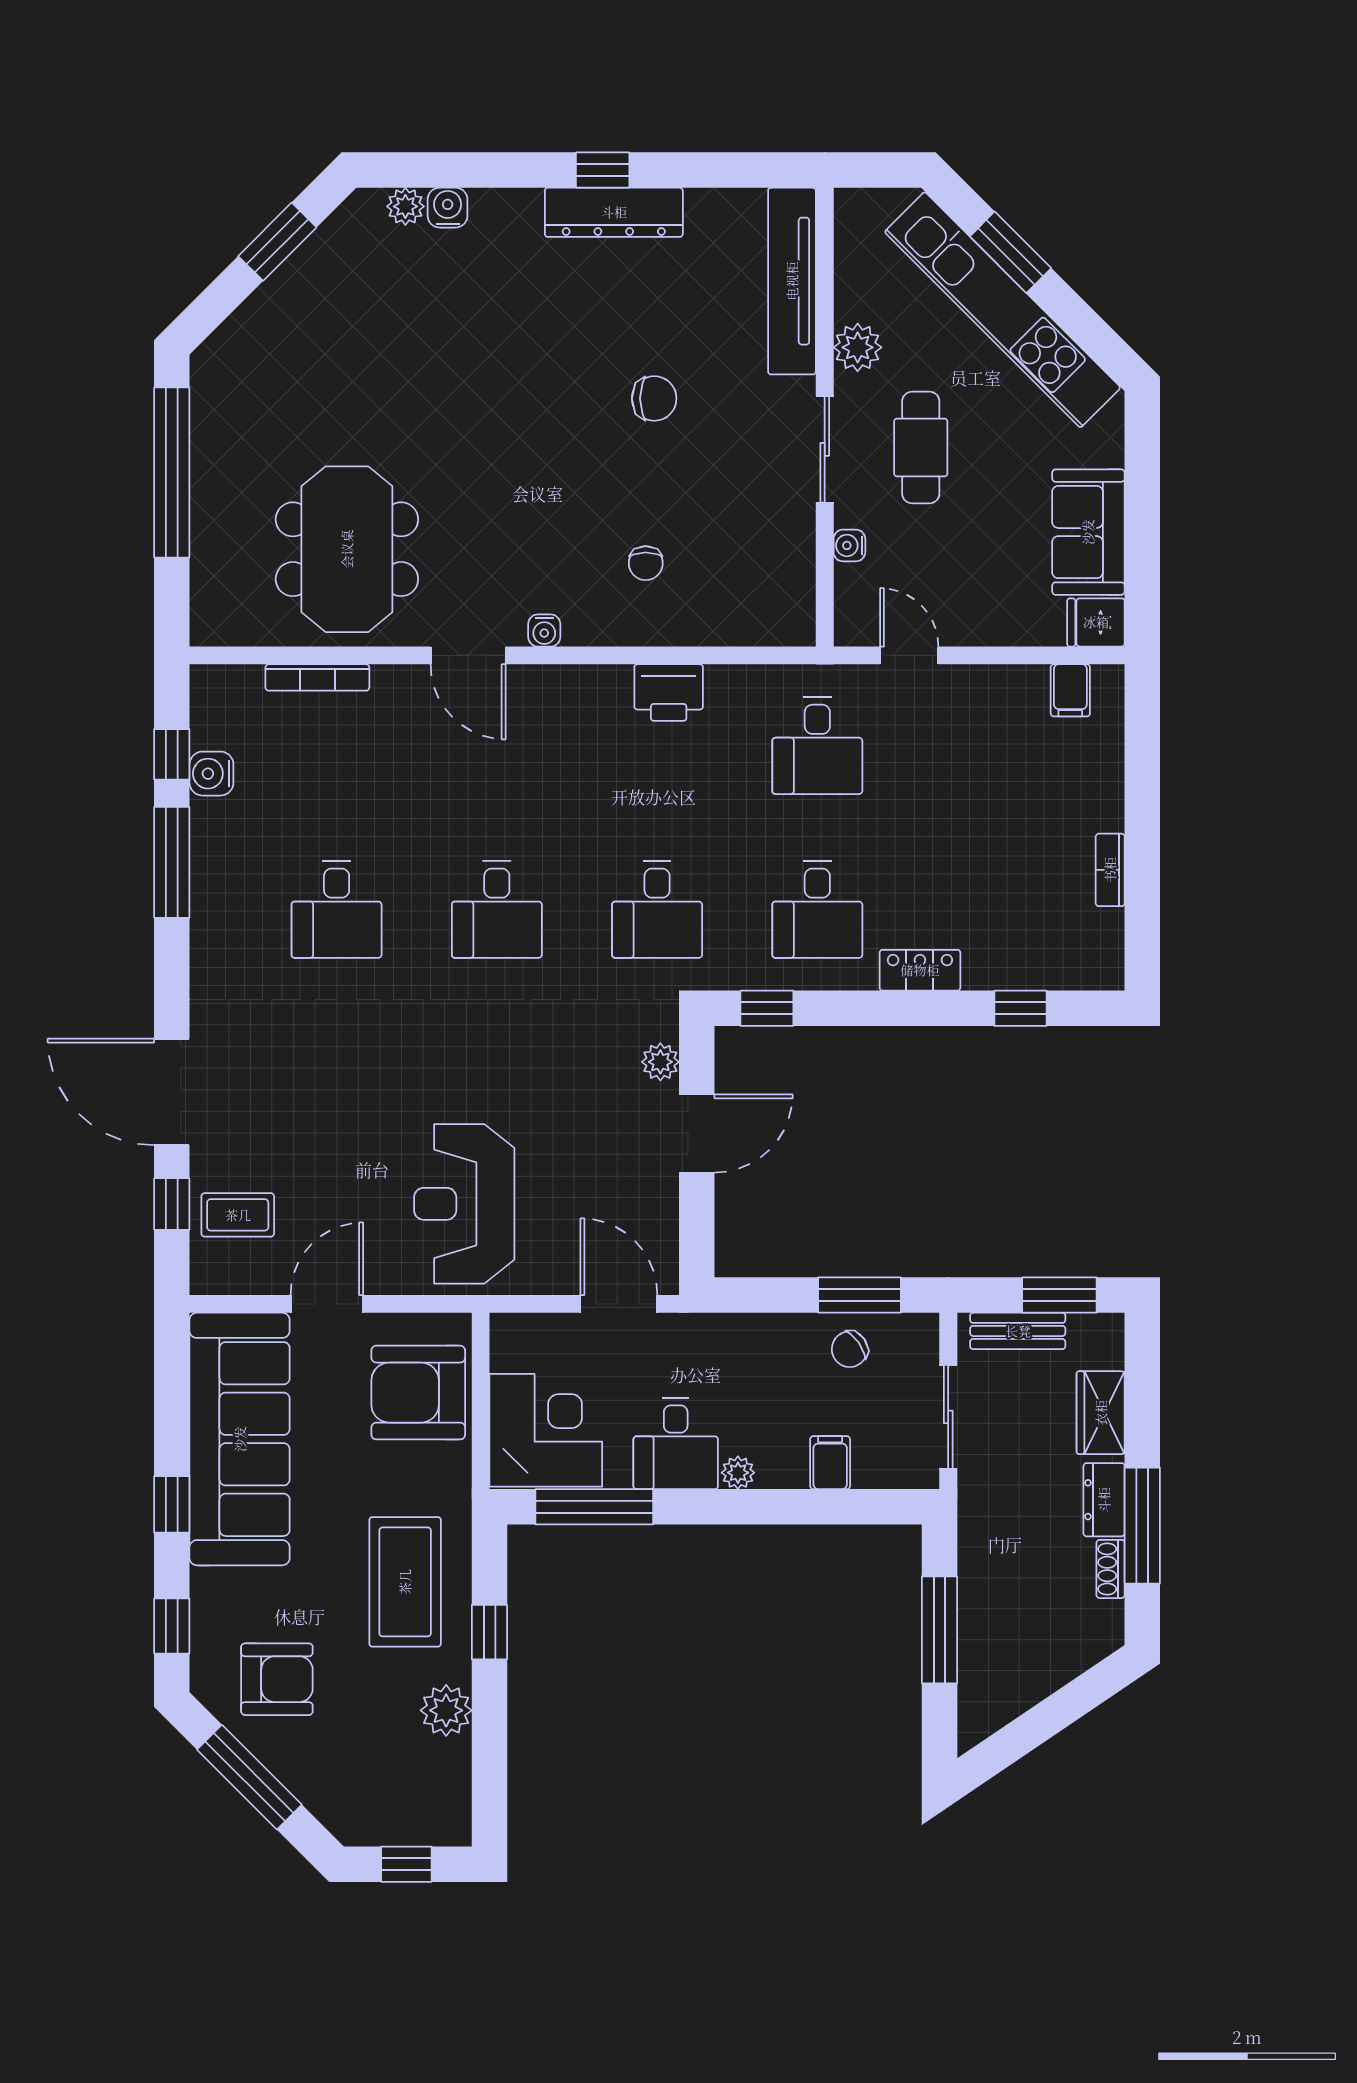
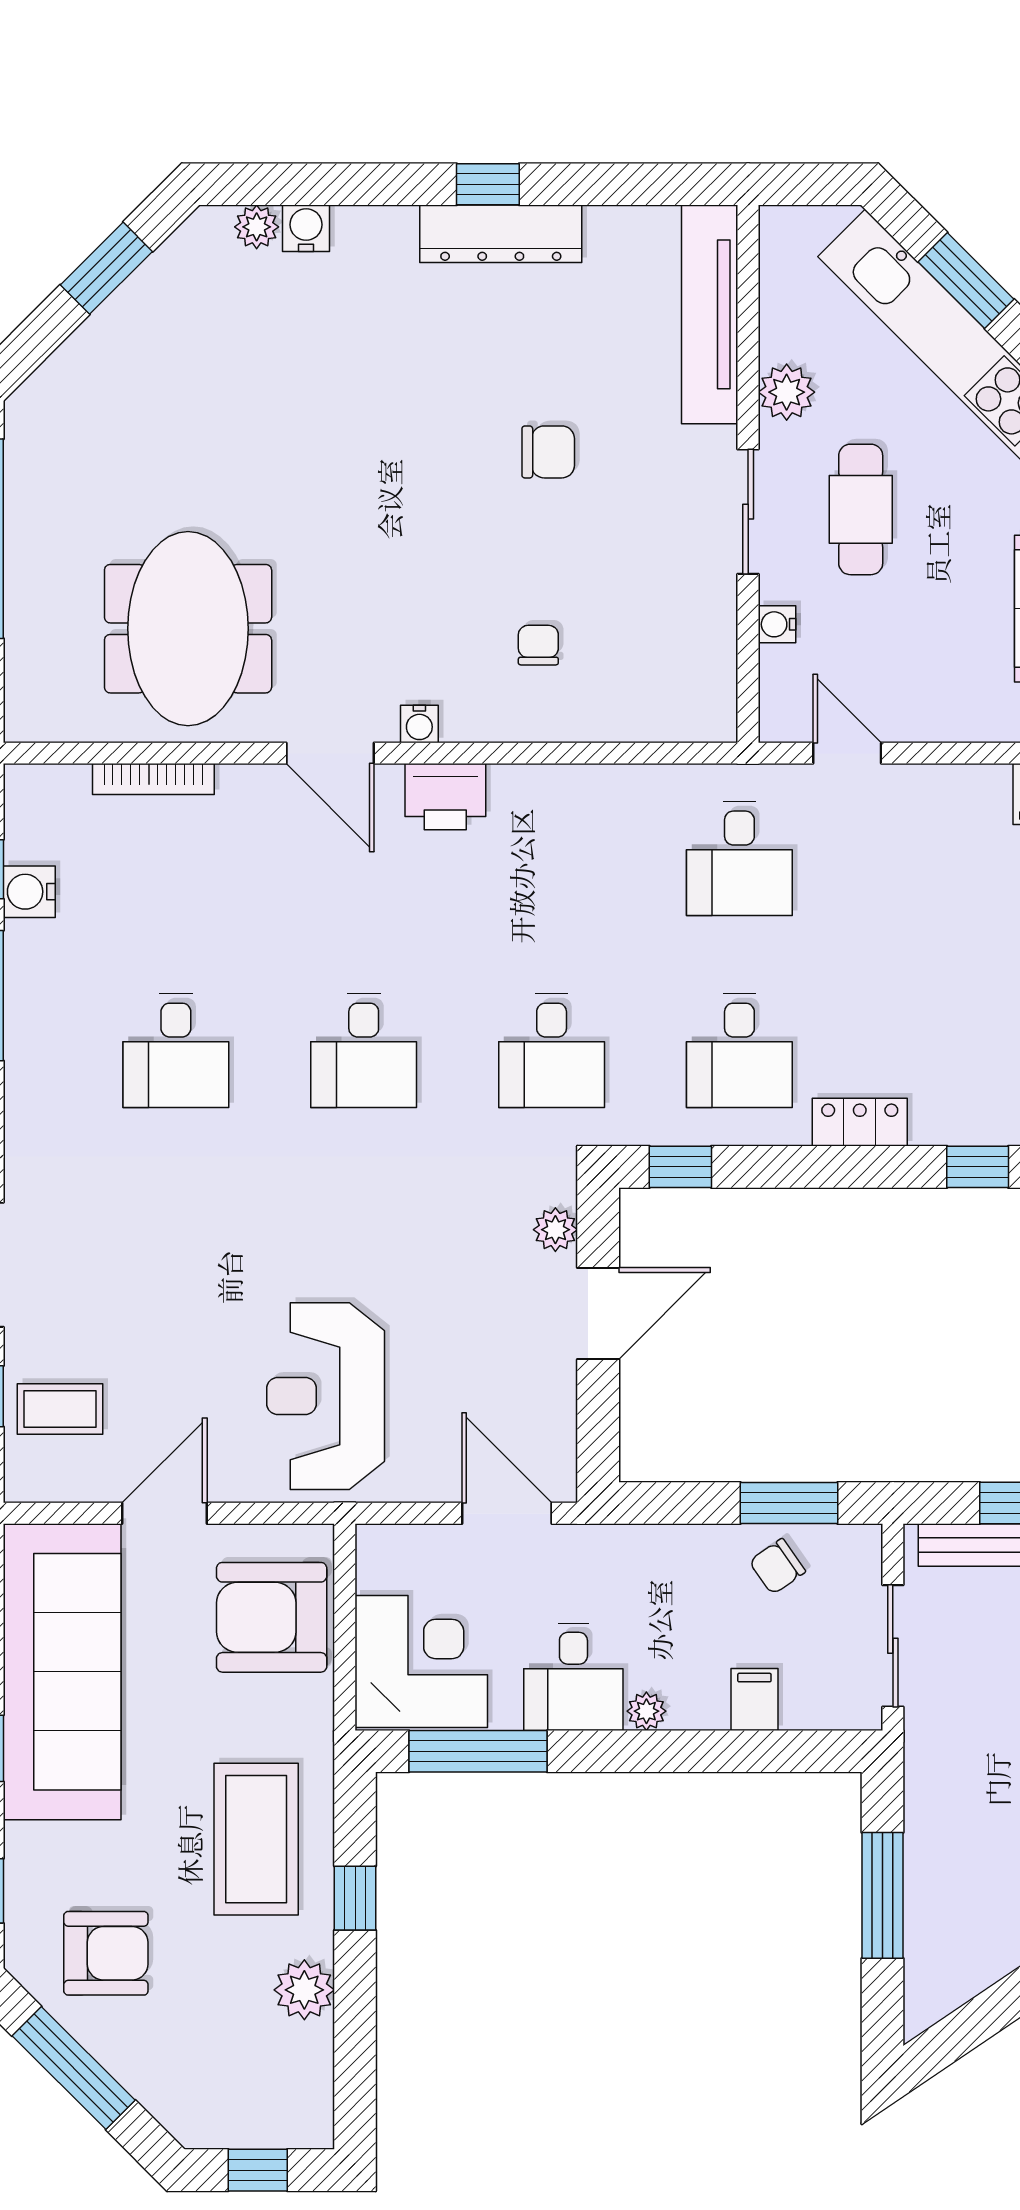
chair: (646, 563) -> (538, 645), turned 180
printer: (669, 693) -> (445, 797), moved

